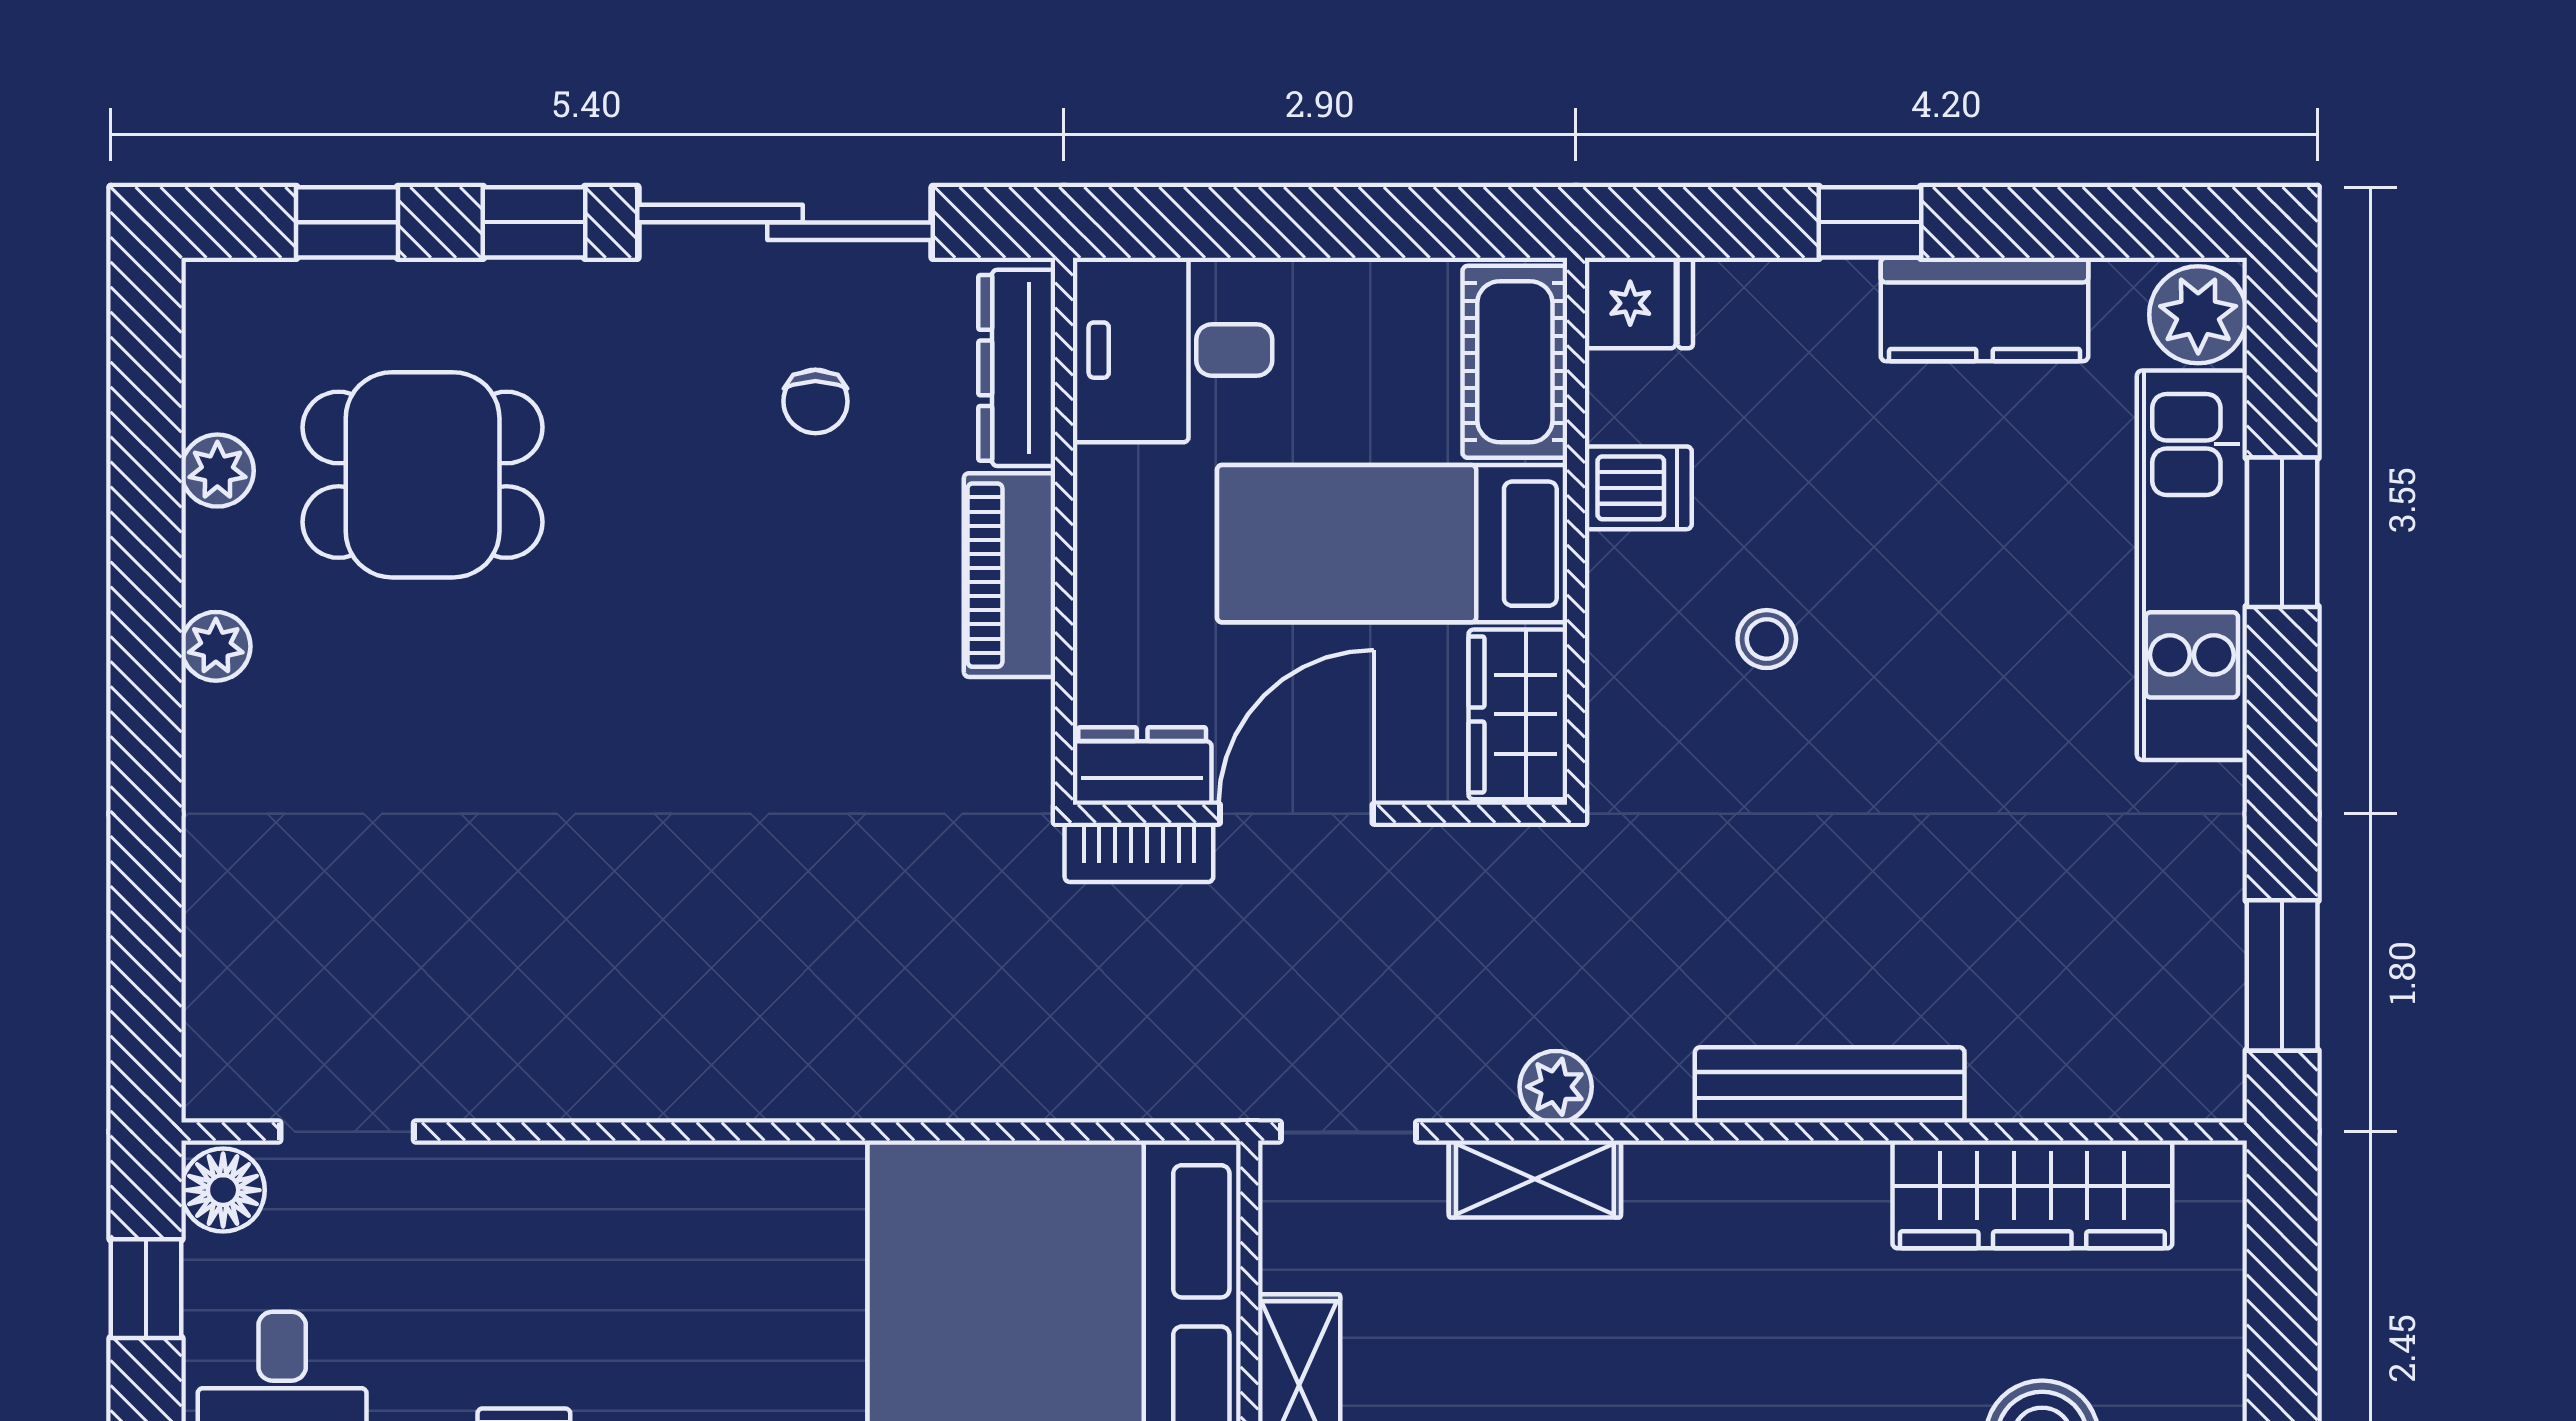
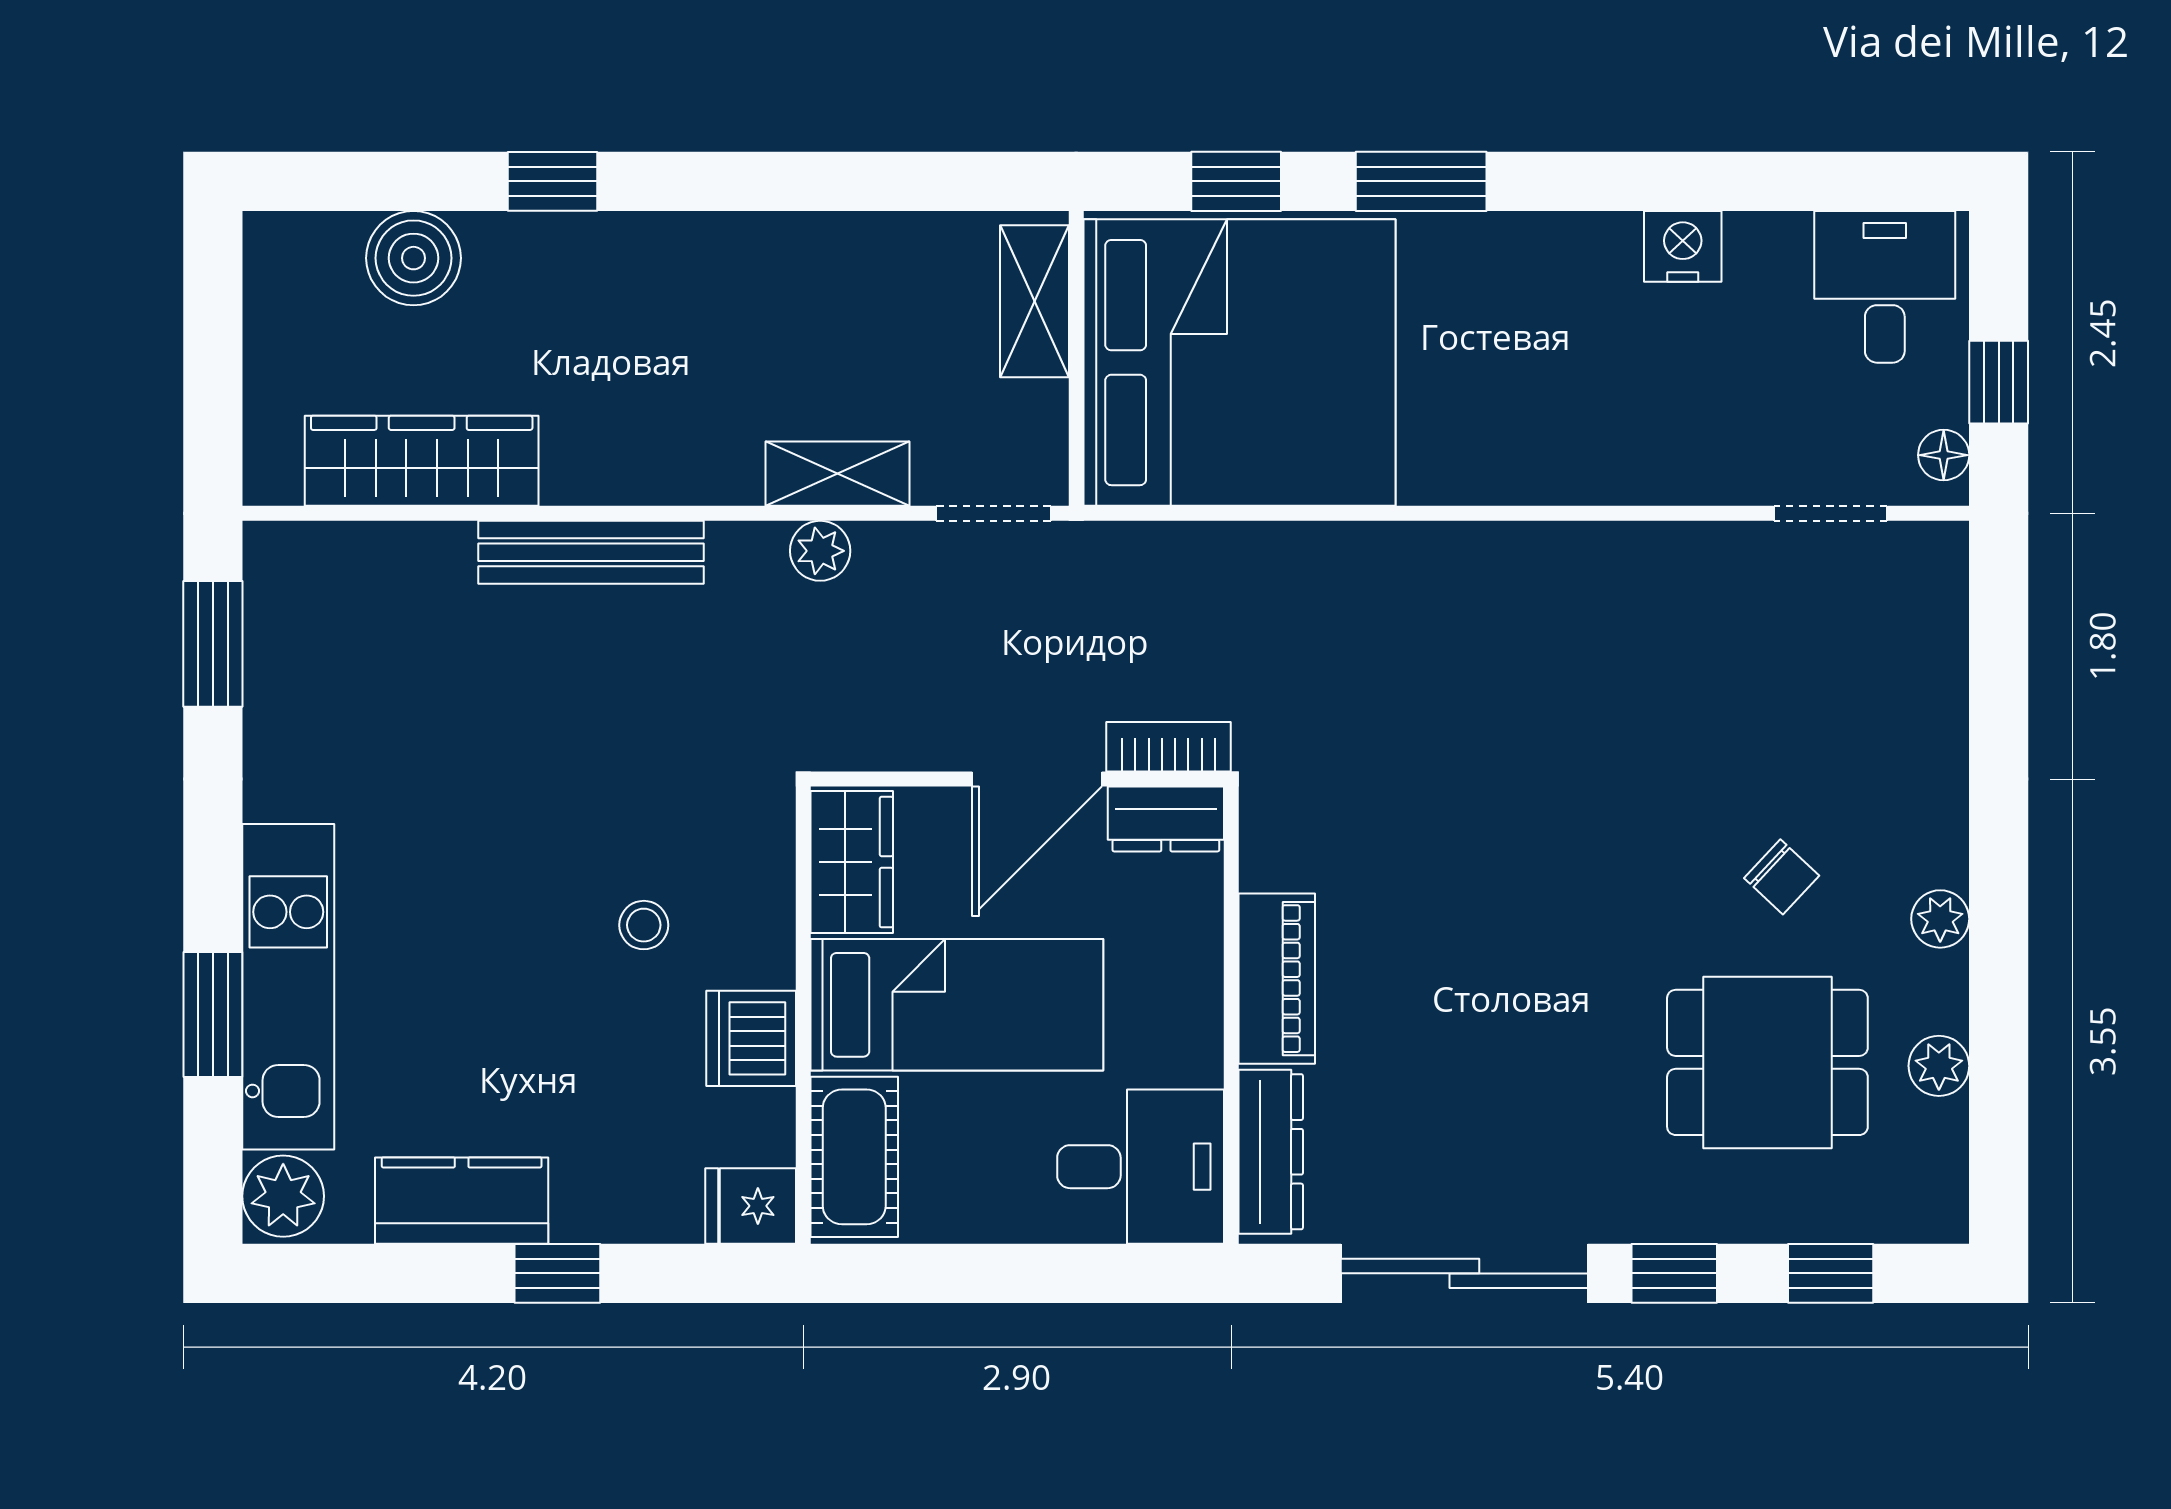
chair: (815, 401) -> (1782, 877), moved, turned 133
dishwasher: (1638, 488) -> (751, 1038), width x1.38
floor lamp: (223, 1190) -> (1944, 455), width x0.73, depth x0.73

